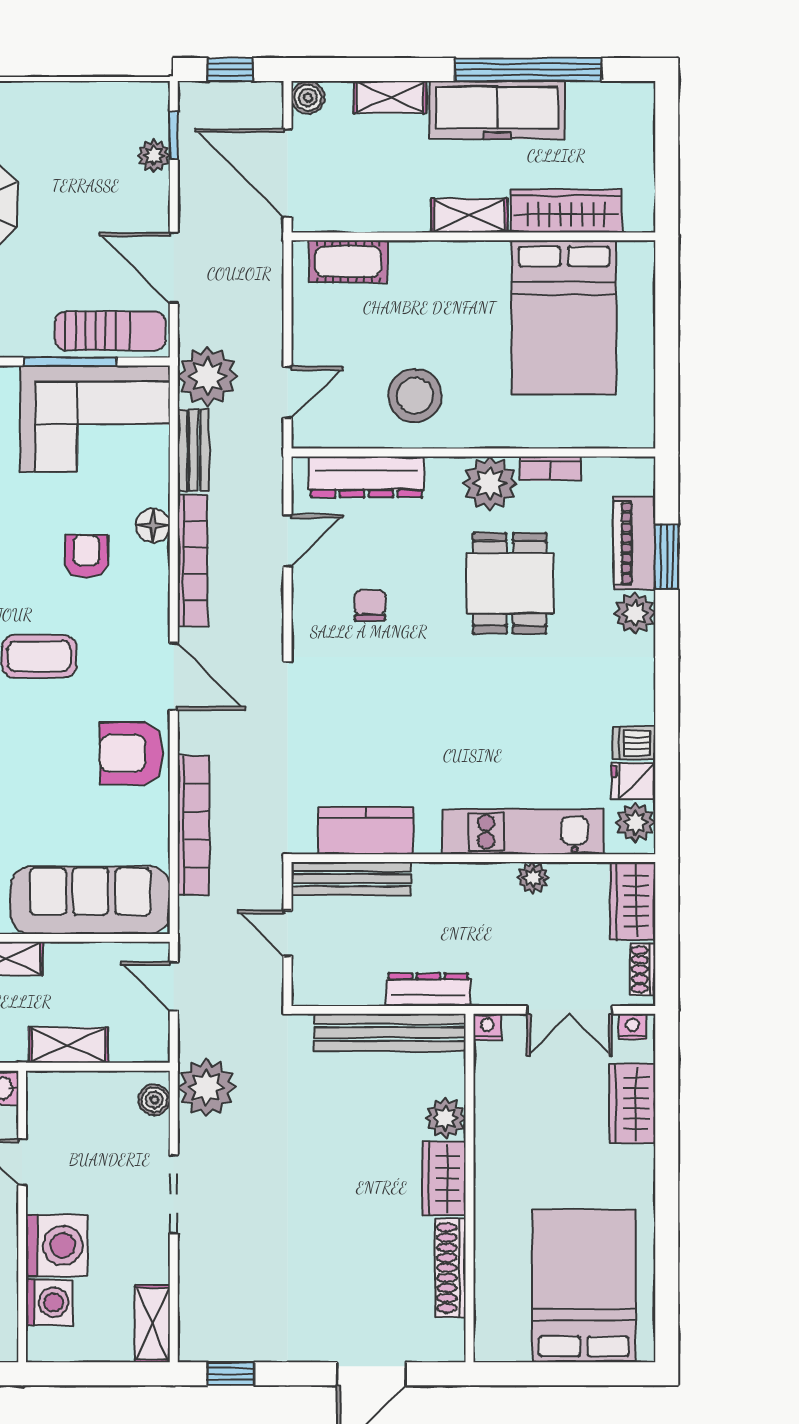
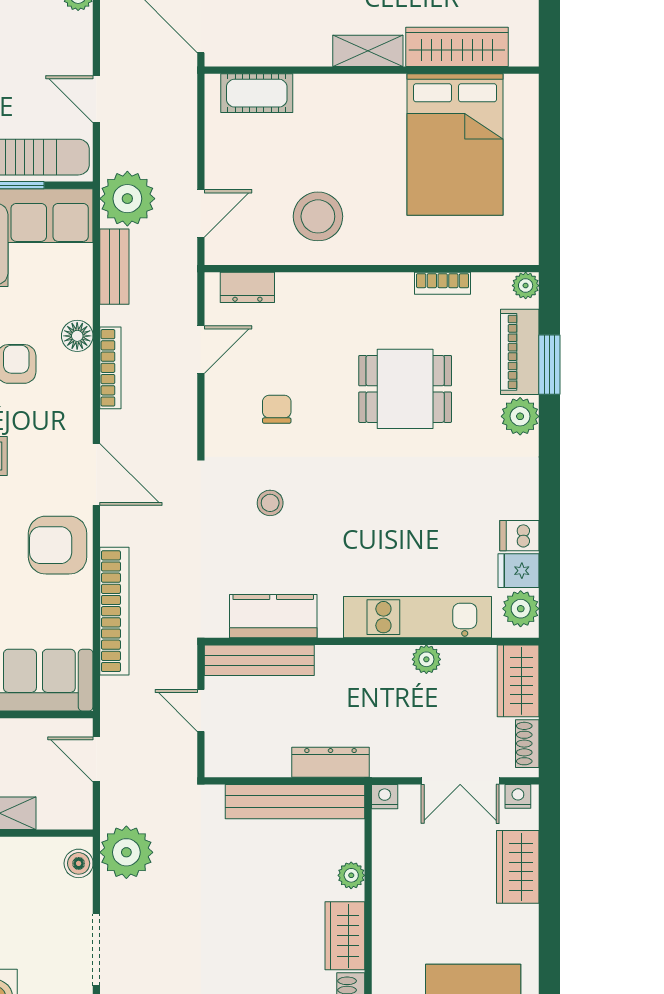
door: (174, 268) -> (96, 99), width x0.73
dresser: (366, 477) -> (247, 287), width x0.51, depth x0.80
plant: (490, 483) -> (526, 286), moved, width x0.53, depth x0.53
bookcase: (193, 560) -> (110, 368), width x0.68, depth x0.76
dining table: (510, 583) -> (405, 389), turned 90
stool: (363, 707) -> (270, 503), added
plant: (446, 1118) -> (351, 875), width x0.73, depth x0.73

